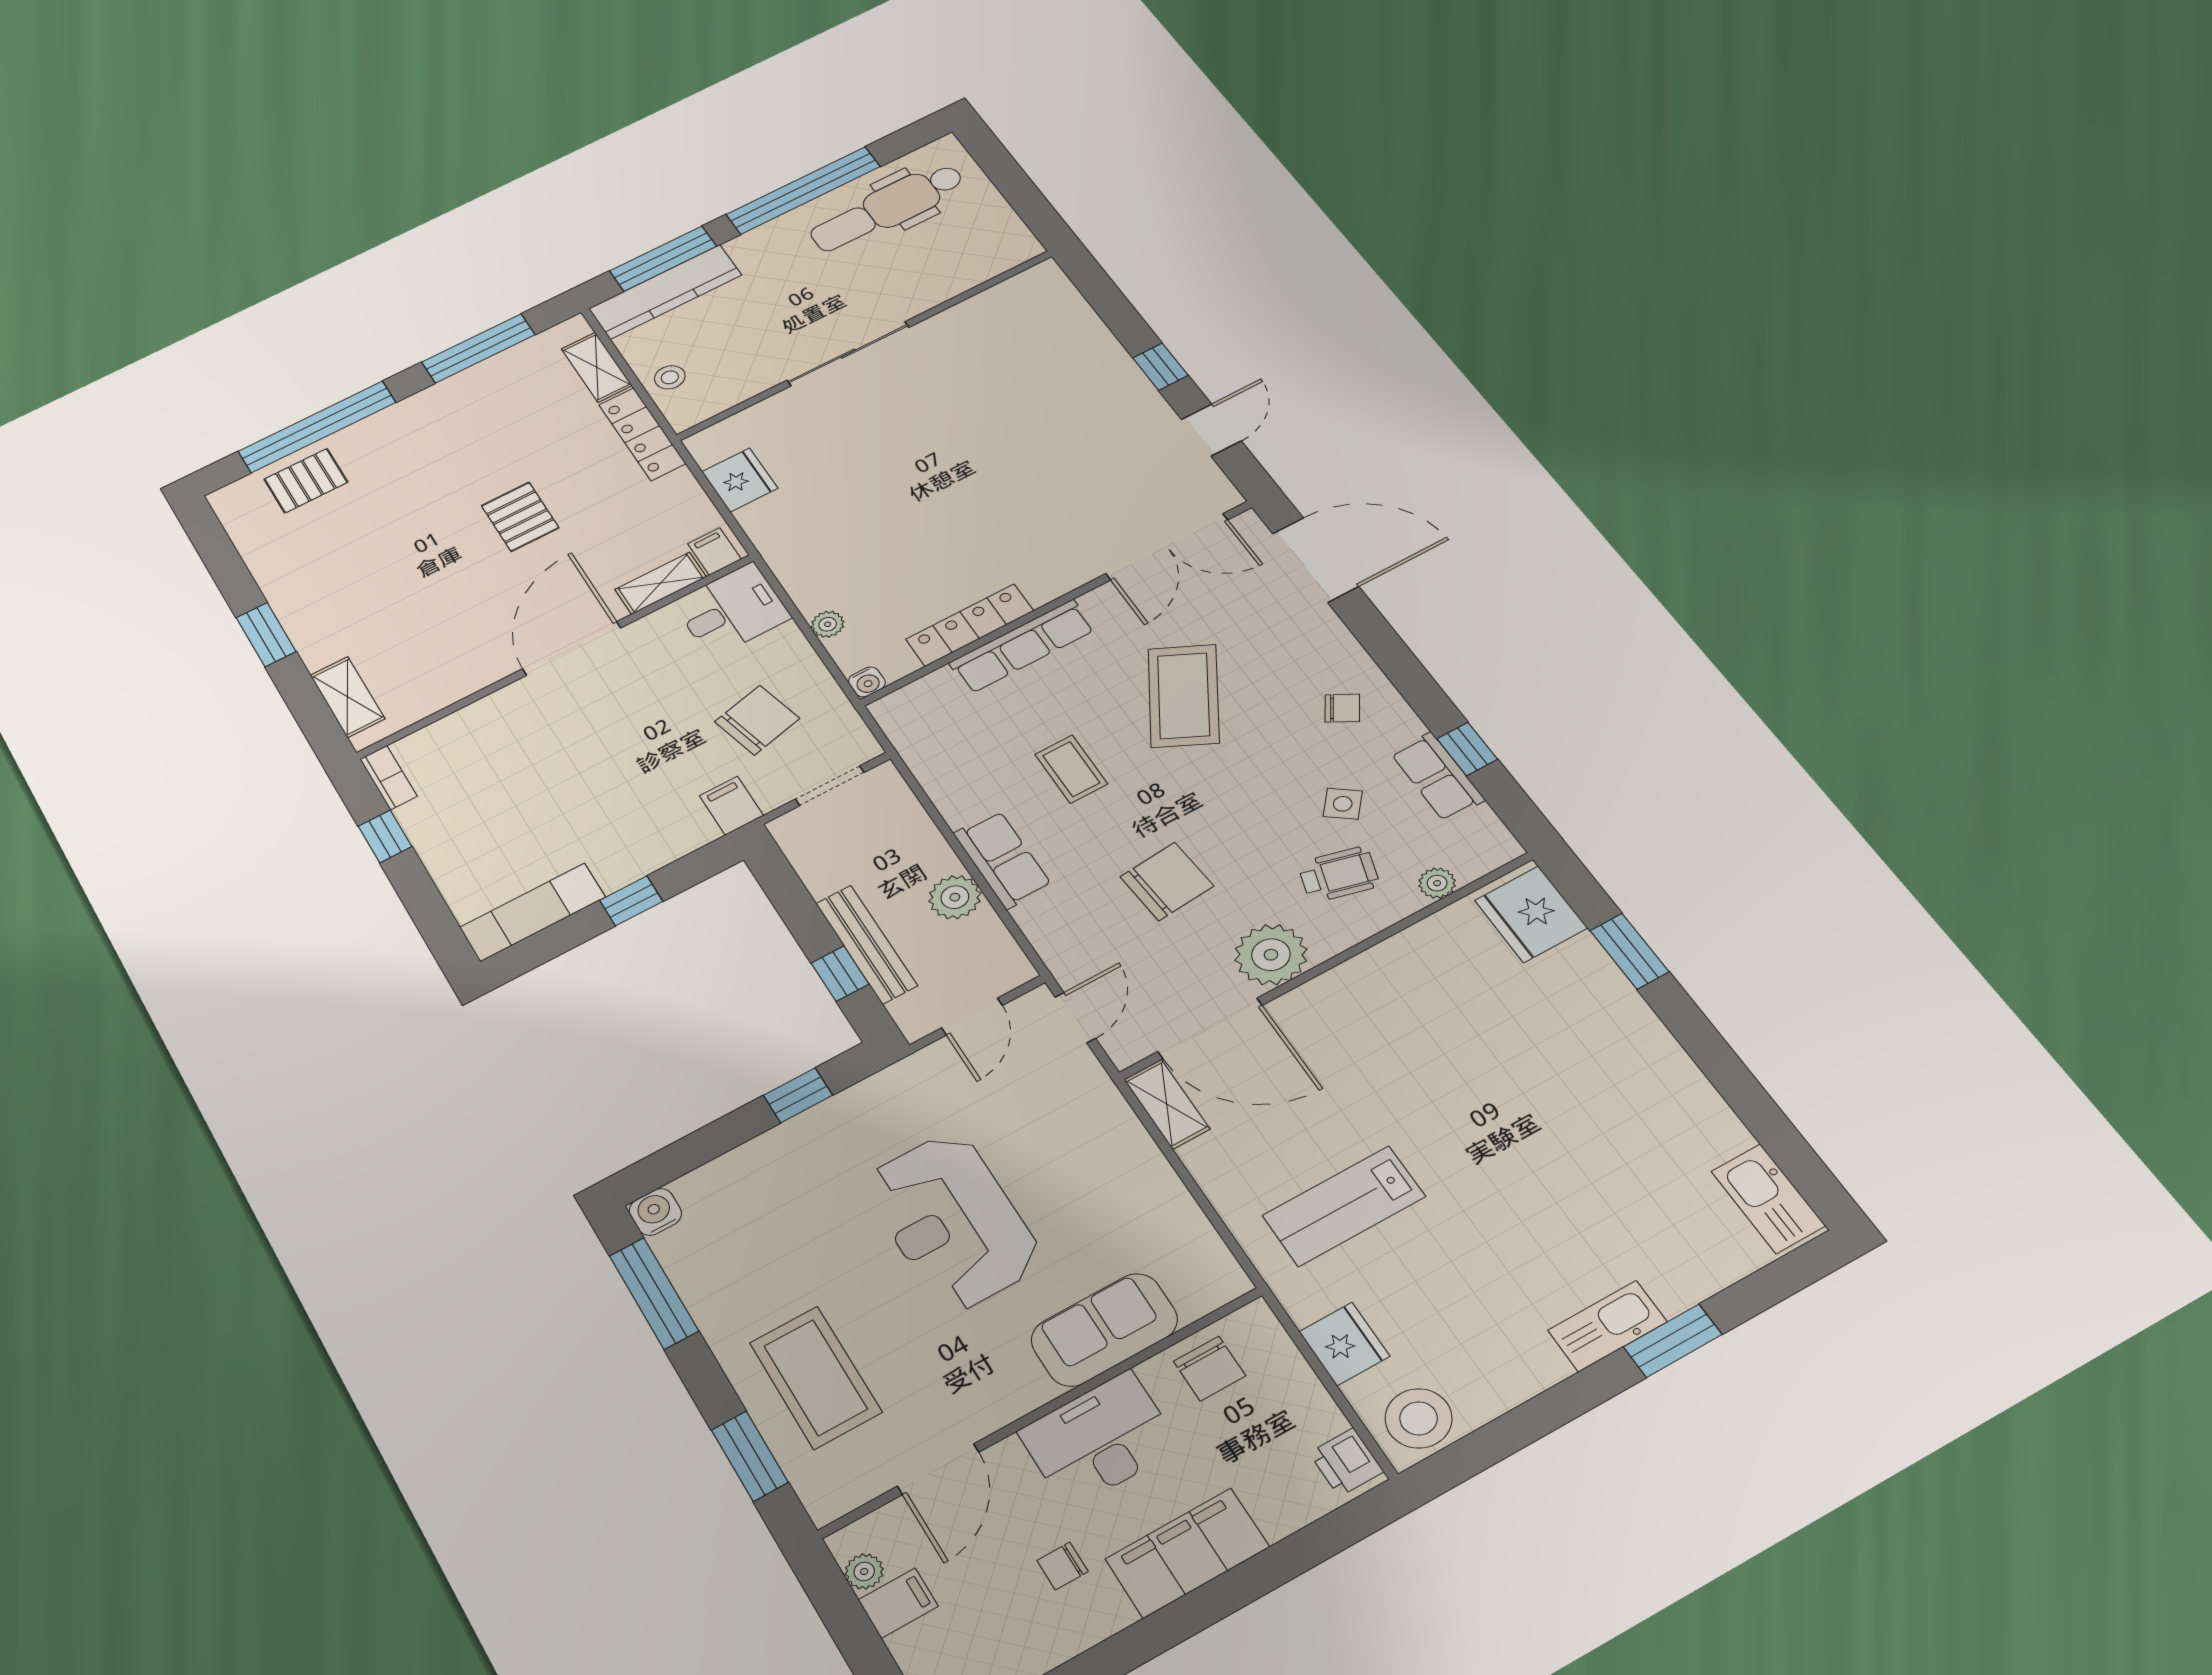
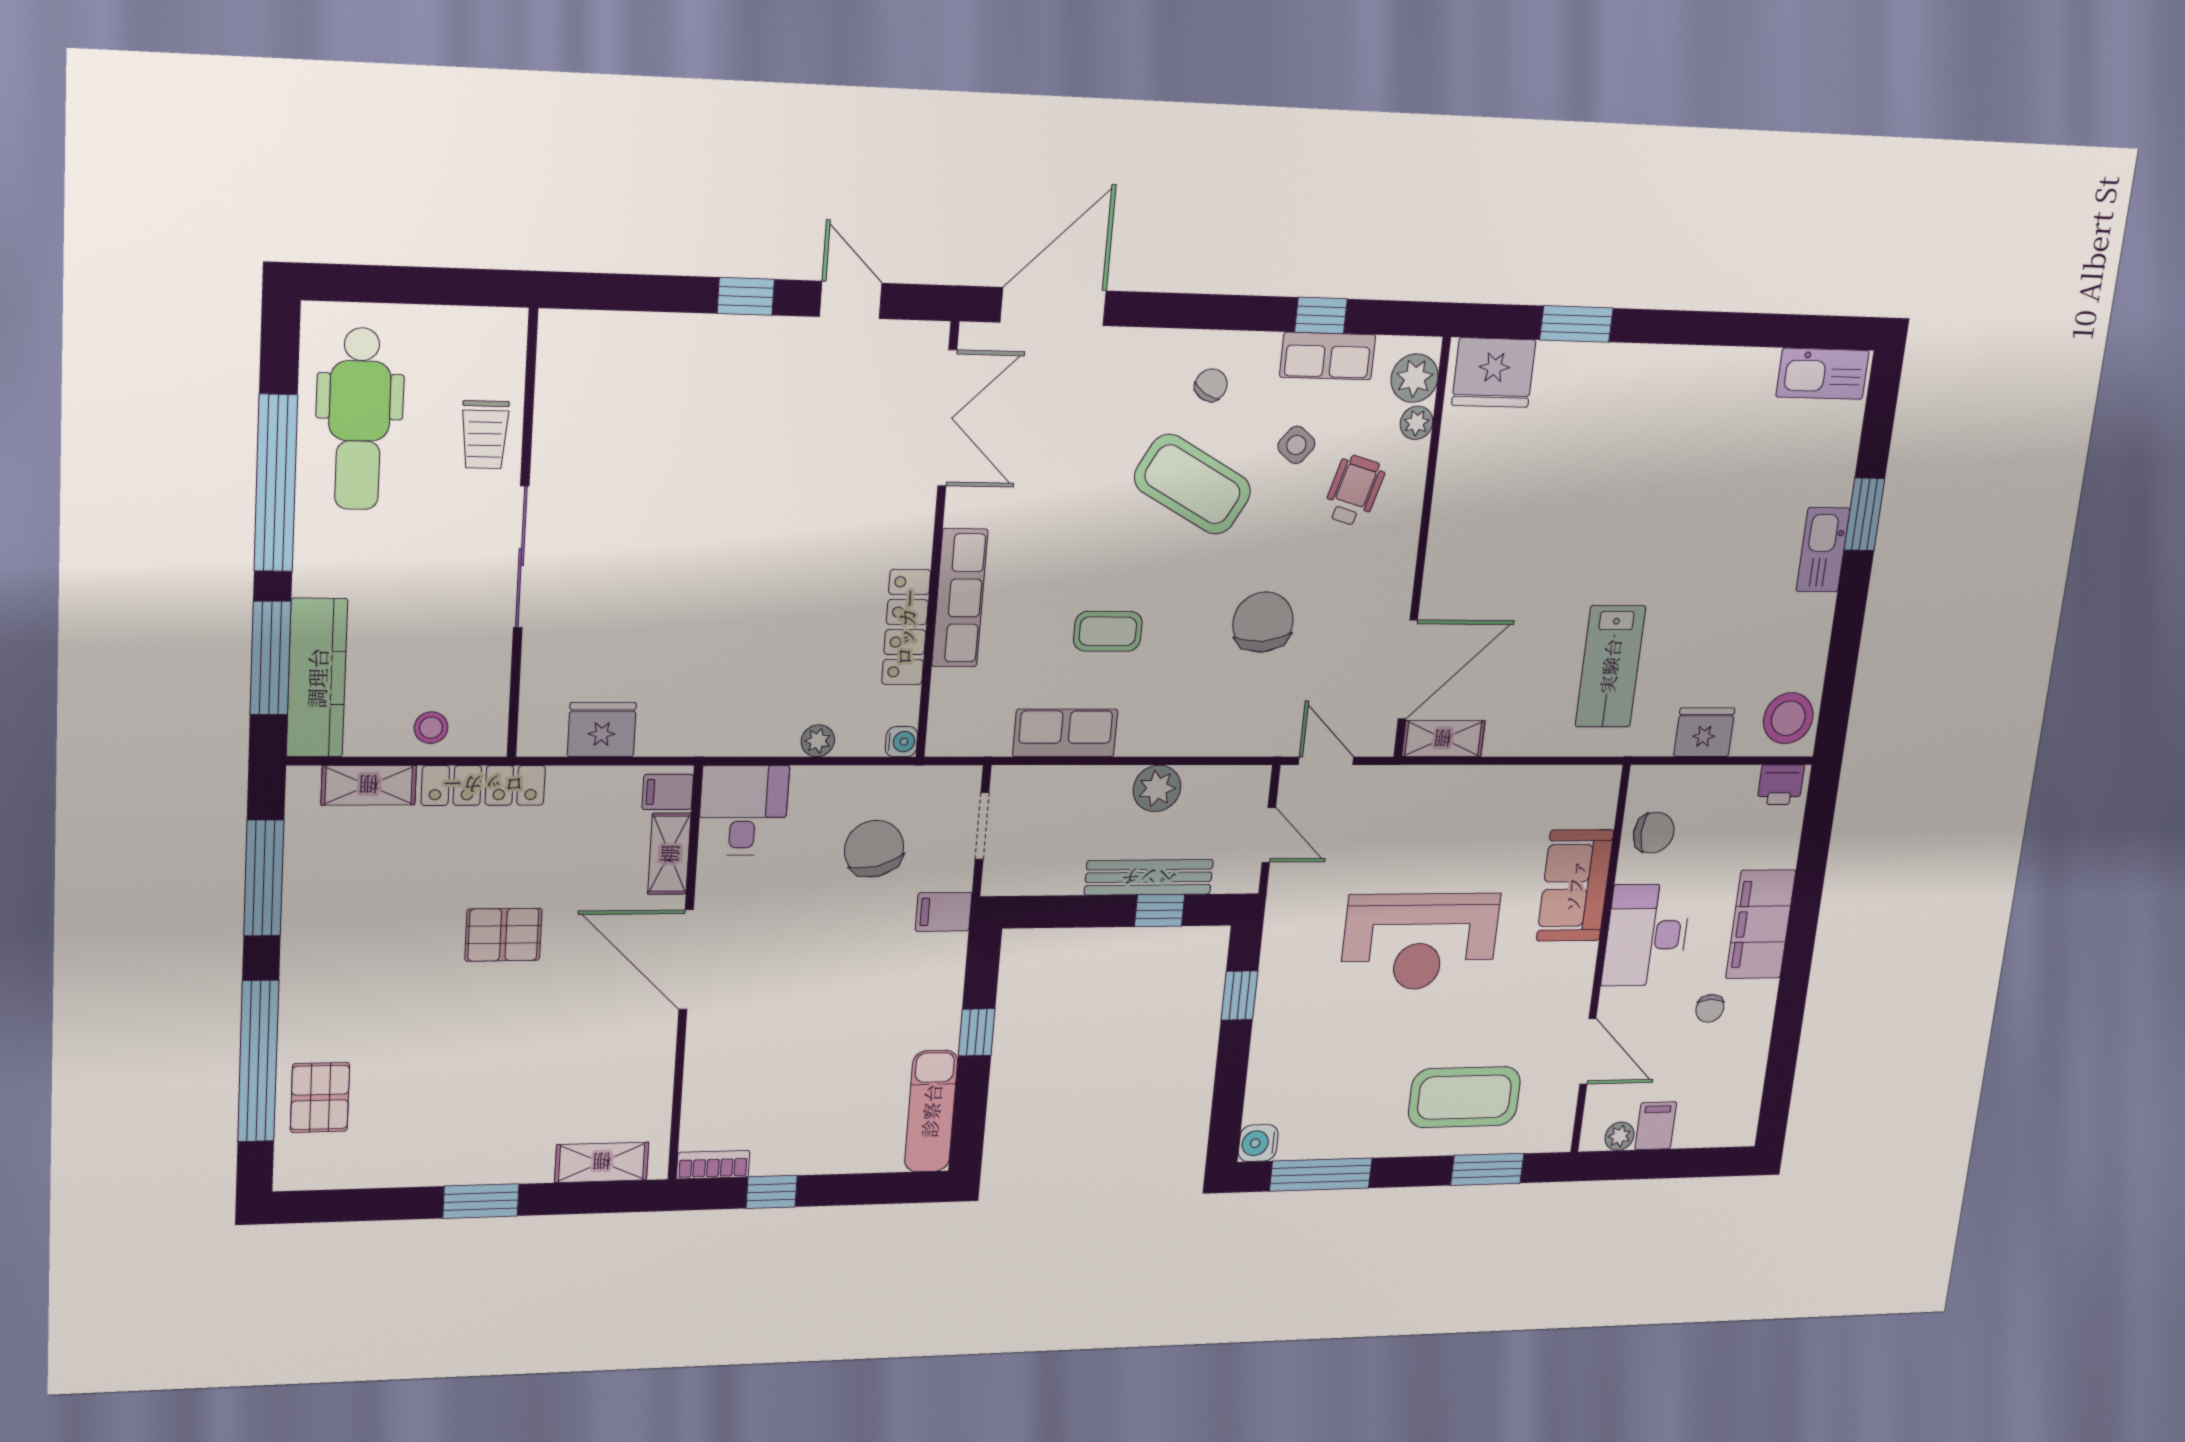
trolley: (930, 281) -> (485, 435), added
coffee table: (1184, 696) -> (1193, 484), moved
row of seats: (1003, 859) -> (1065, 733), moved
plant: (1271, 955) -> (1415, 378), moved, width x0.73, depth x0.73

